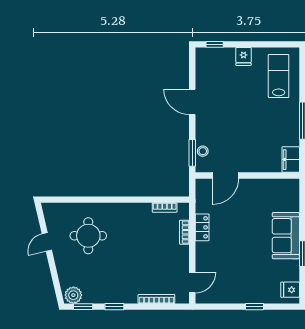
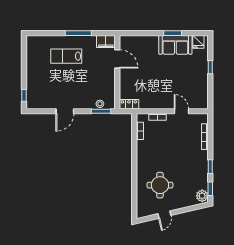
fridge: (244, 56) -> (33, 75), removed
lab bench: (279, 76) -> (66, 56), moved
door: (226, 175) -> (117, 59), moved
locker: (202, 227) -> (129, 104), moved
sofa: (286, 236) -> (175, 45), moved
door: (47, 242) -> (164, 215), hinge flipped
door: (192, 283) -> (181, 111), moved

